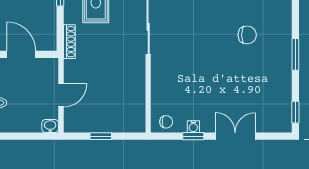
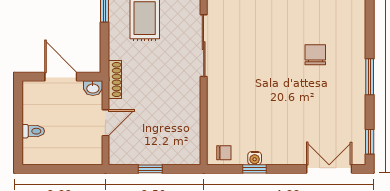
chair: (247, 35) -> (315, 55), turned -90
shoe rack: (69, 42) -> (115, 80), moved
washbasin: (50, 126) -> (93, 88), moved, turned 180
double door: (235, 136) -> (329, 169), moved

